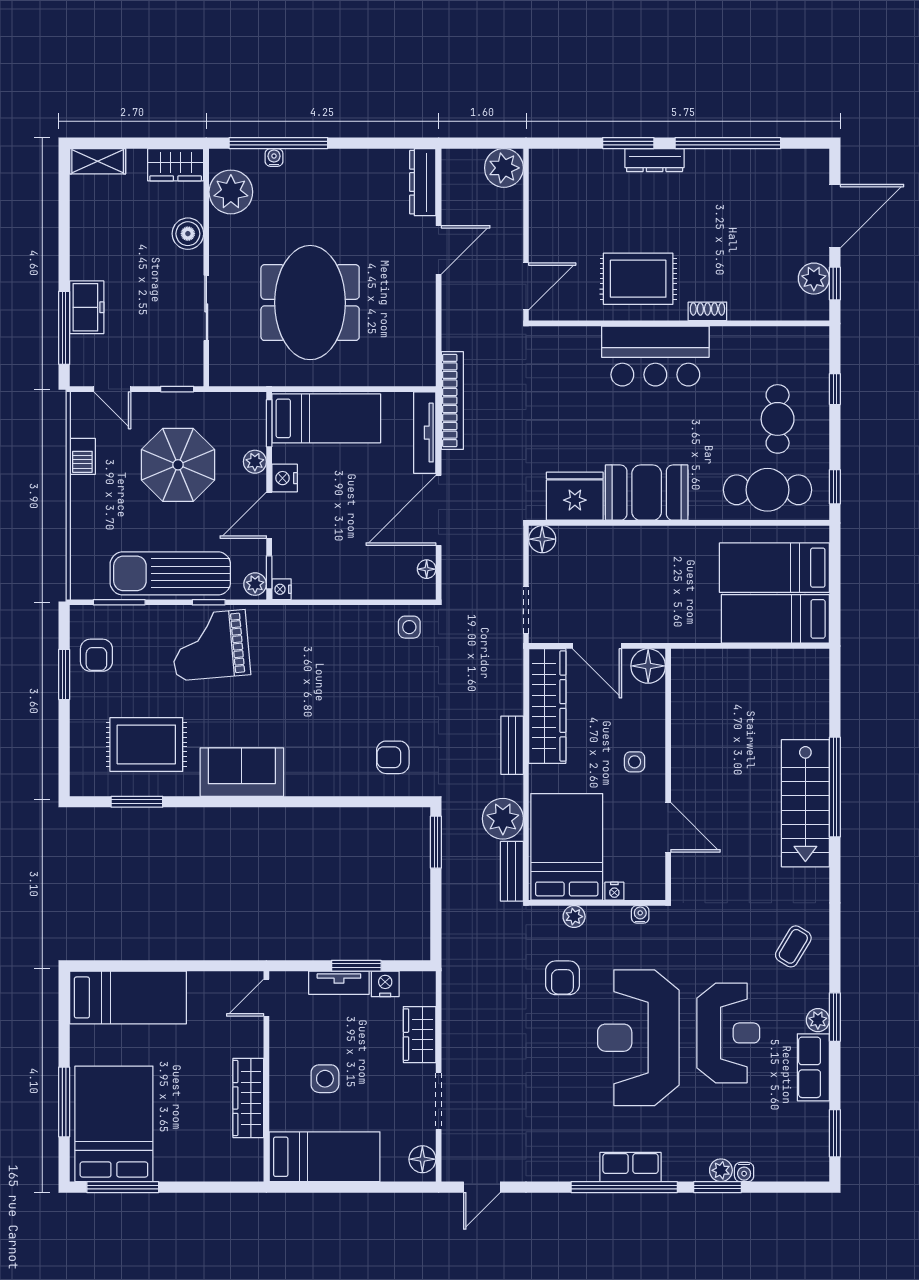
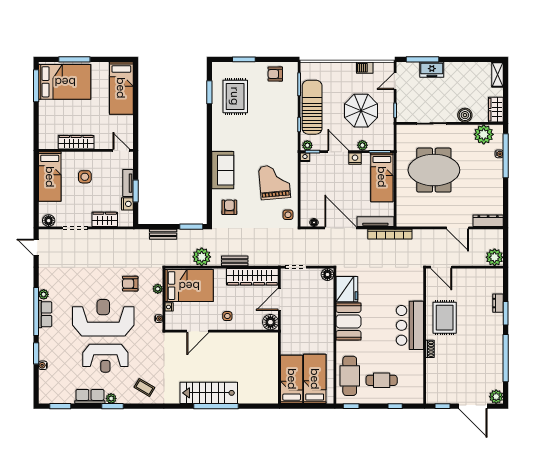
dresser: (655, 160) -> (498, 303), moved, width x0.70
plant: (814, 279) -> (496, 397), moved
grand piano: (210, 645) -> (275, 182), moved
window: (64, 674) -> (244, 59), moved
sofa: (242, 772) -> (223, 170), moved
bench: (512, 871) -> (163, 234), moved
plant: (721, 1170) -> (44, 294), moved

